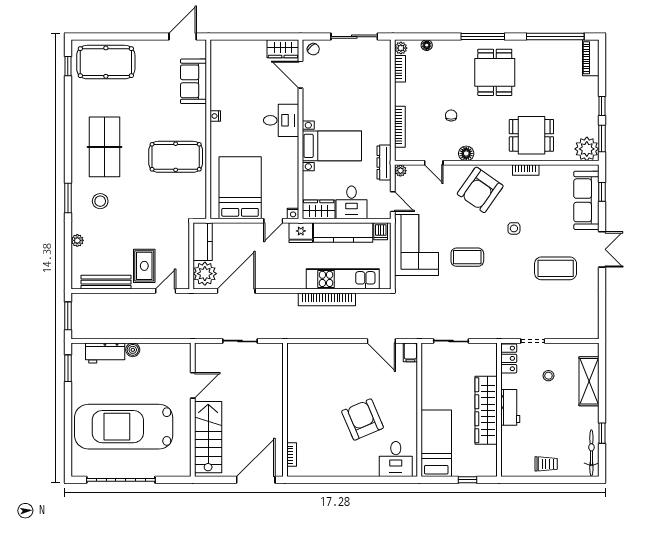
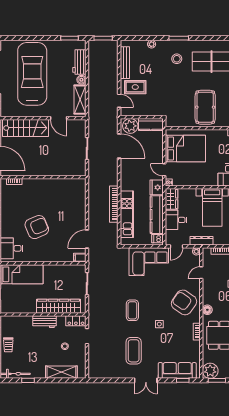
floor lamp: (466, 153) -> (207, 310), moved
coffee table: (467, 257) -> (132, 310), moved
shelving: (164, 352) -> (80, 100), added
wardrobe: (486, 410) -> (59, 306), moved

